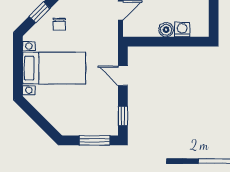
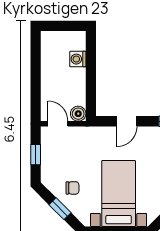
boiler: (166, 30) -> (78, 114), moved

